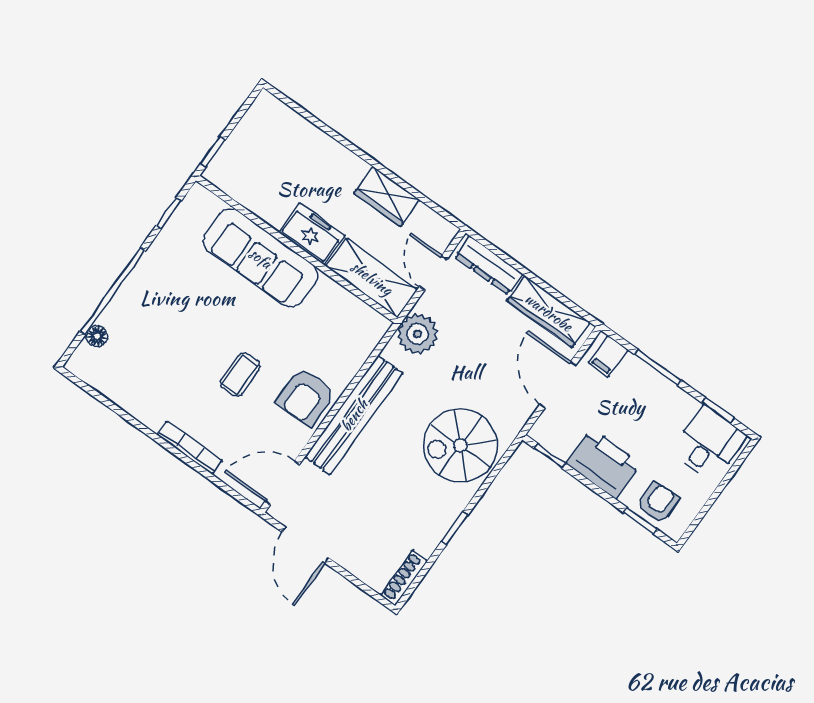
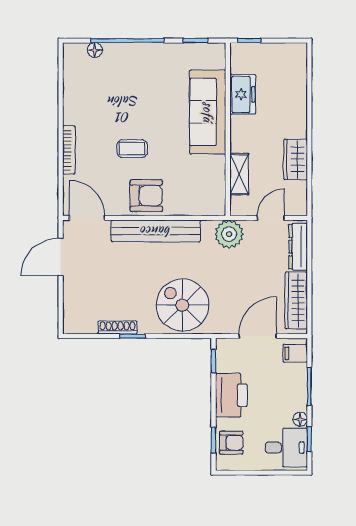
freezer: (312, 234) -> (243, 94), moved
shelving: (372, 278) -> (239, 174), width x0.67, depth x0.75
armchair: (306, 397) -> (146, 196), turned 180
floor lamp: (688, 405) -> (300, 419), added
shoe rack: (404, 578) -> (118, 327), moved

